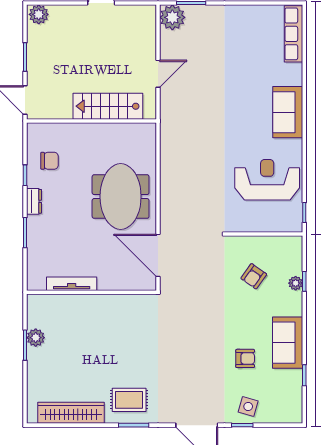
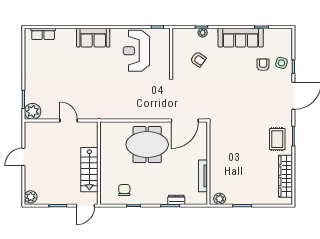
row of seats: (294, 34) -> (43, 34), width x0.68
stairs: (108, 106) -> (89, 170), moved
dresser: (34, 201) -> (176, 200), moved
plant: (36, 338) -> (220, 199), moved
sofa: (288, 343) -> (241, 38), width x1.36
armchair: (245, 358) -> (263, 65), moved

